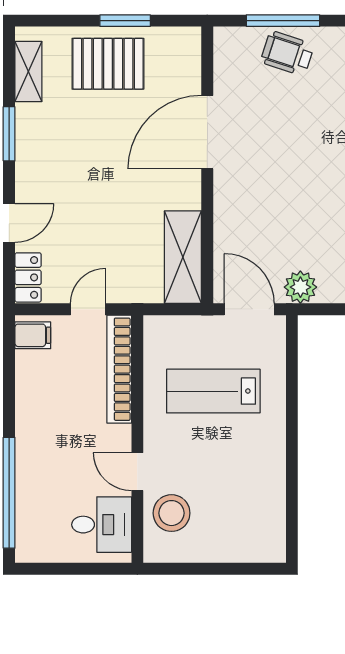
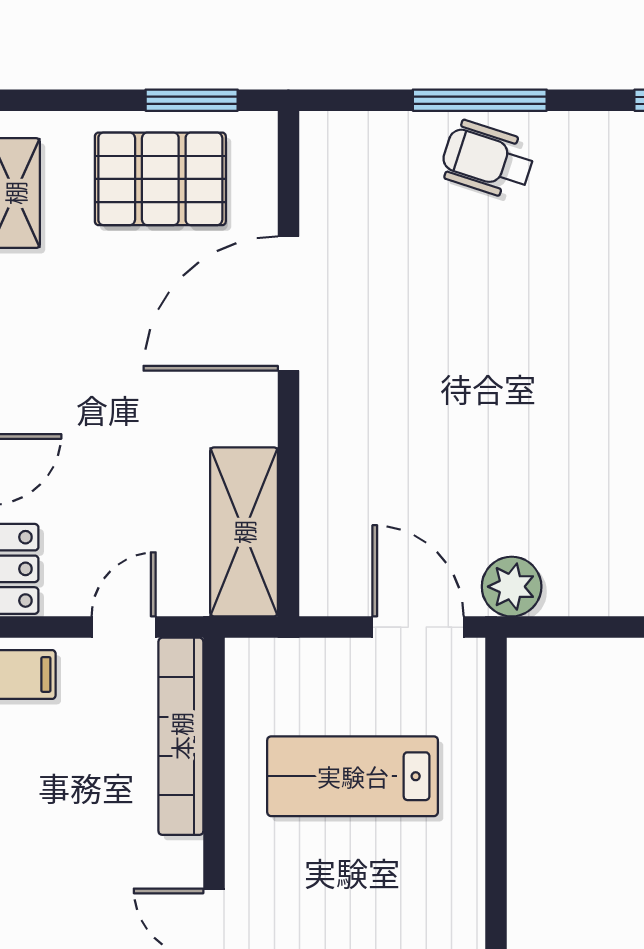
door: (207, 132) -> (288, 304), moved
wall: (207, 165) -> (288, 364), moved
shelving: (183, 257) -> (244, 532), moved

